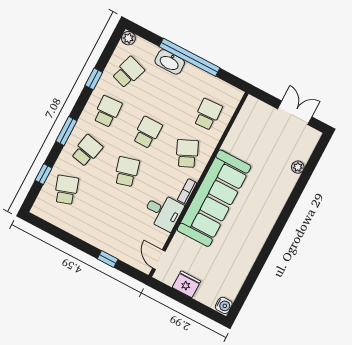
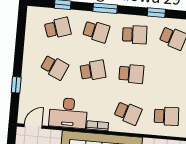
school desk: (187, 153) -> (128, 113), turned 42
school desk: (106, 211) -> (54, 67), added
desk: (163, 211) -> (68, 113), width x1.37

